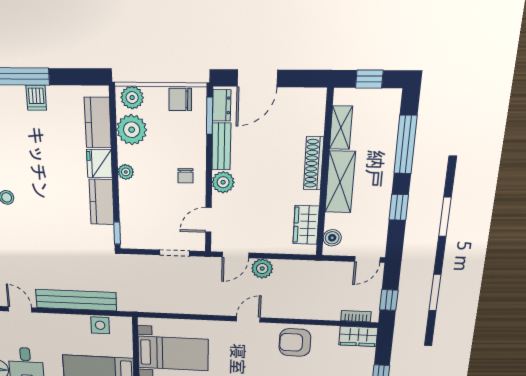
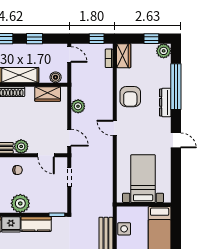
plant: (126, 172) -> (20, 203), width x1.87, depth x1.87
plant: (262, 269) -> (78, 106), moved

